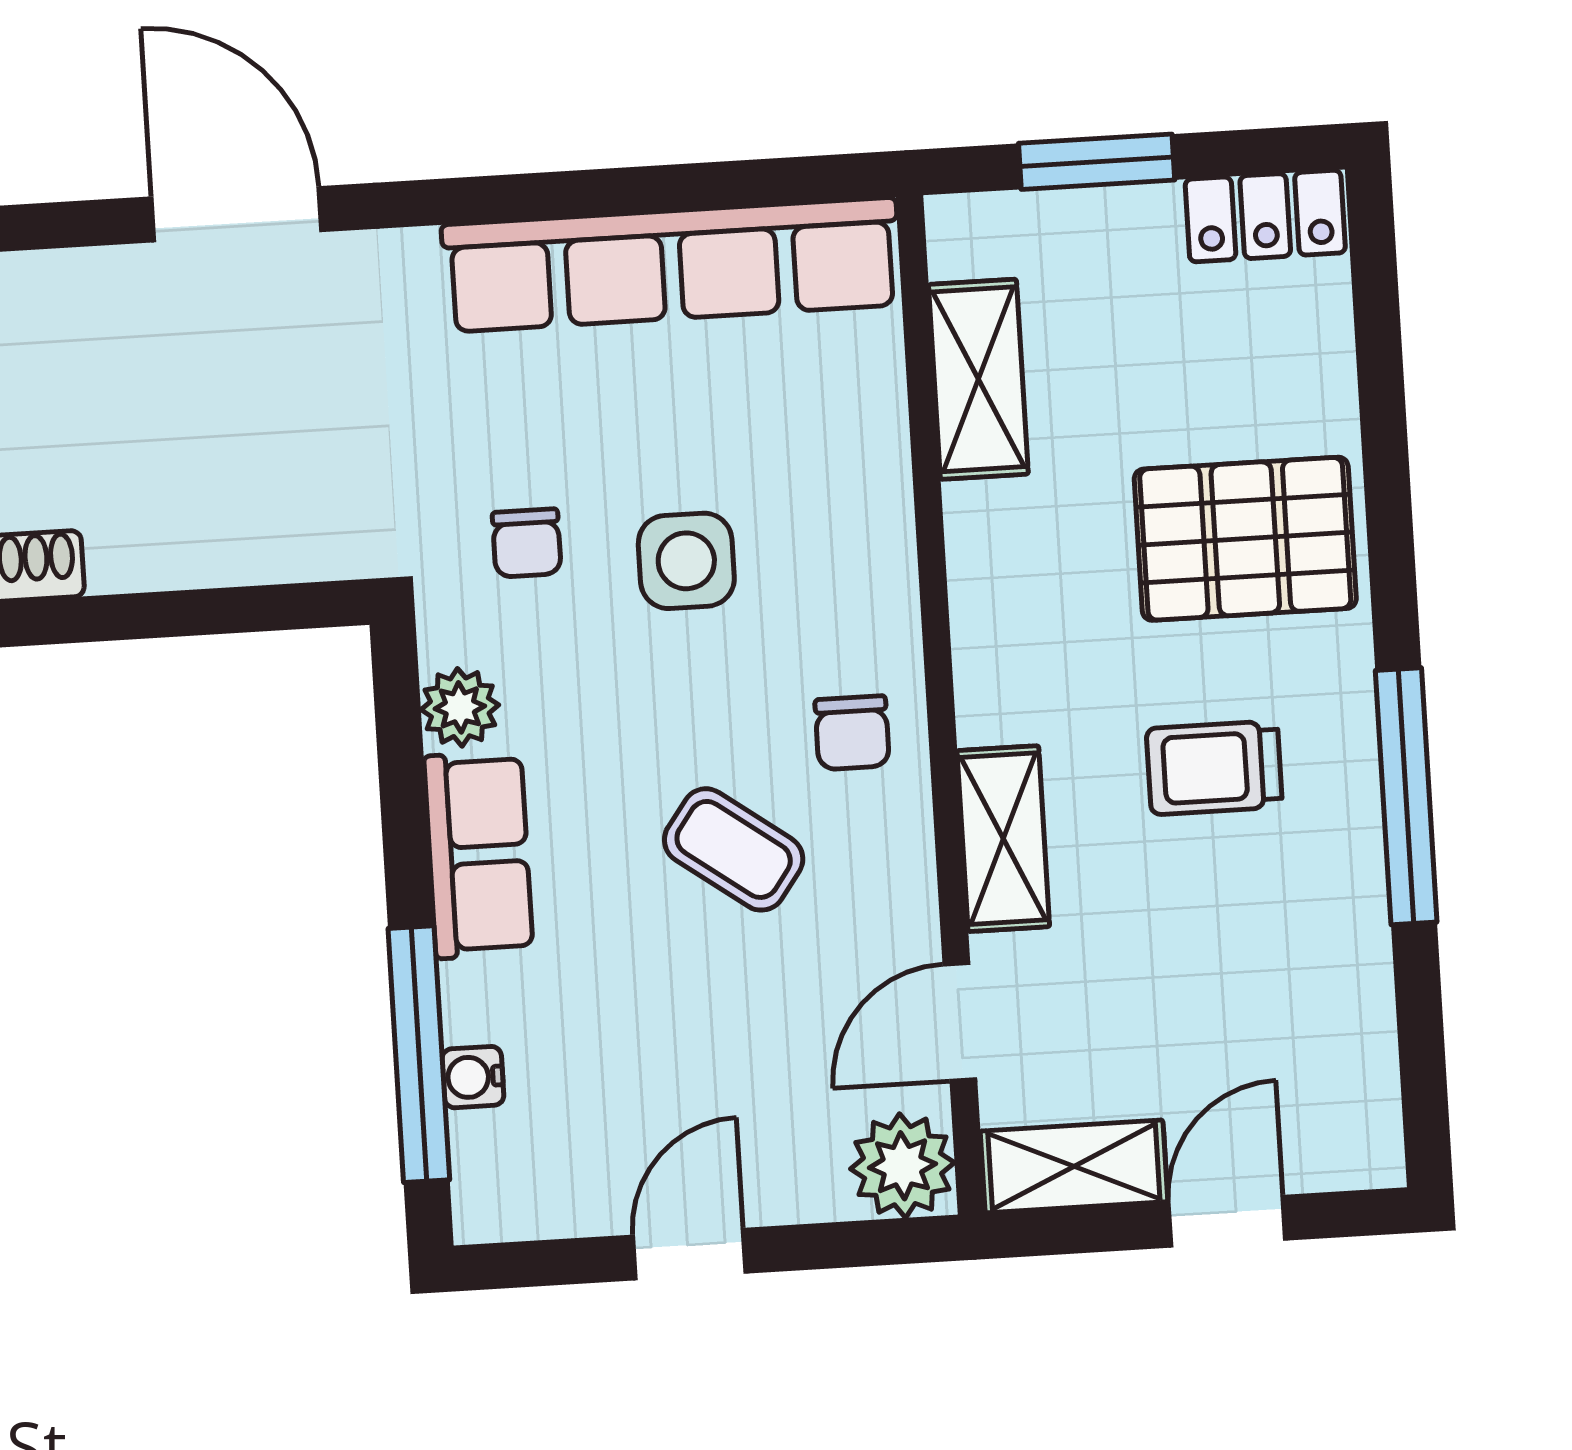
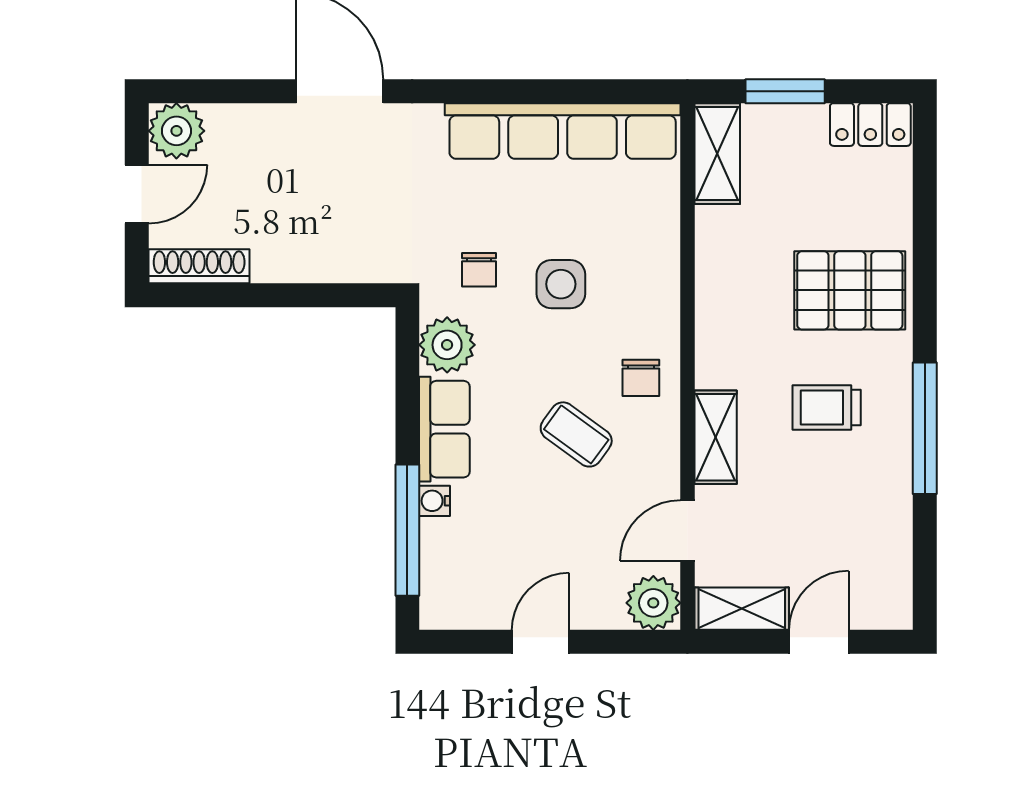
shelving: (978, 379) -> (717, 154), moved
plant: (460, 707) -> (447, 345), width x1.38, depth x1.38
water cooler: (473, 1077) -> (435, 501), moved

